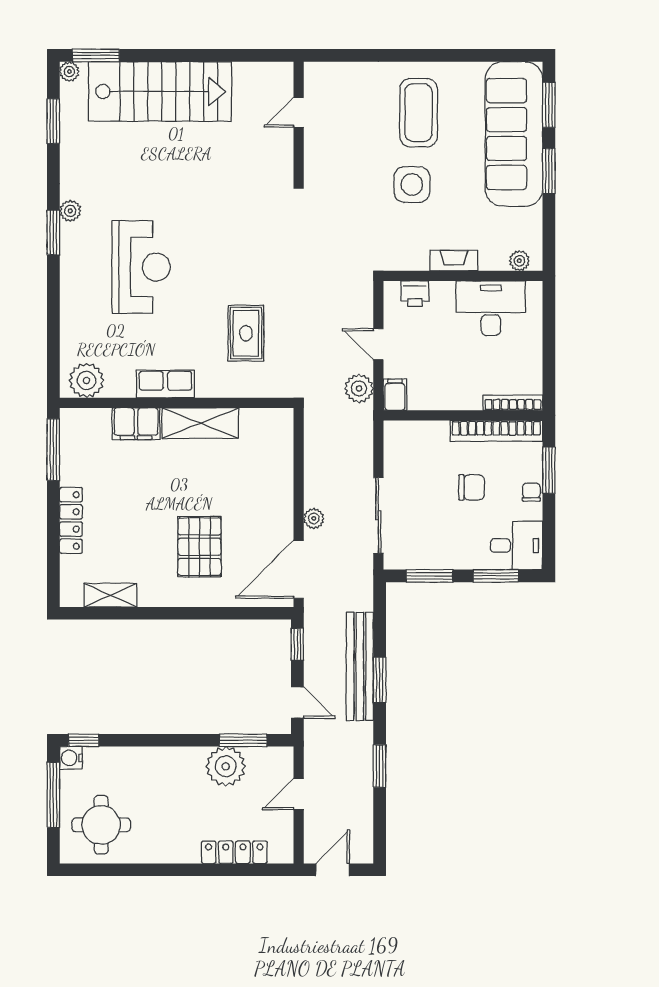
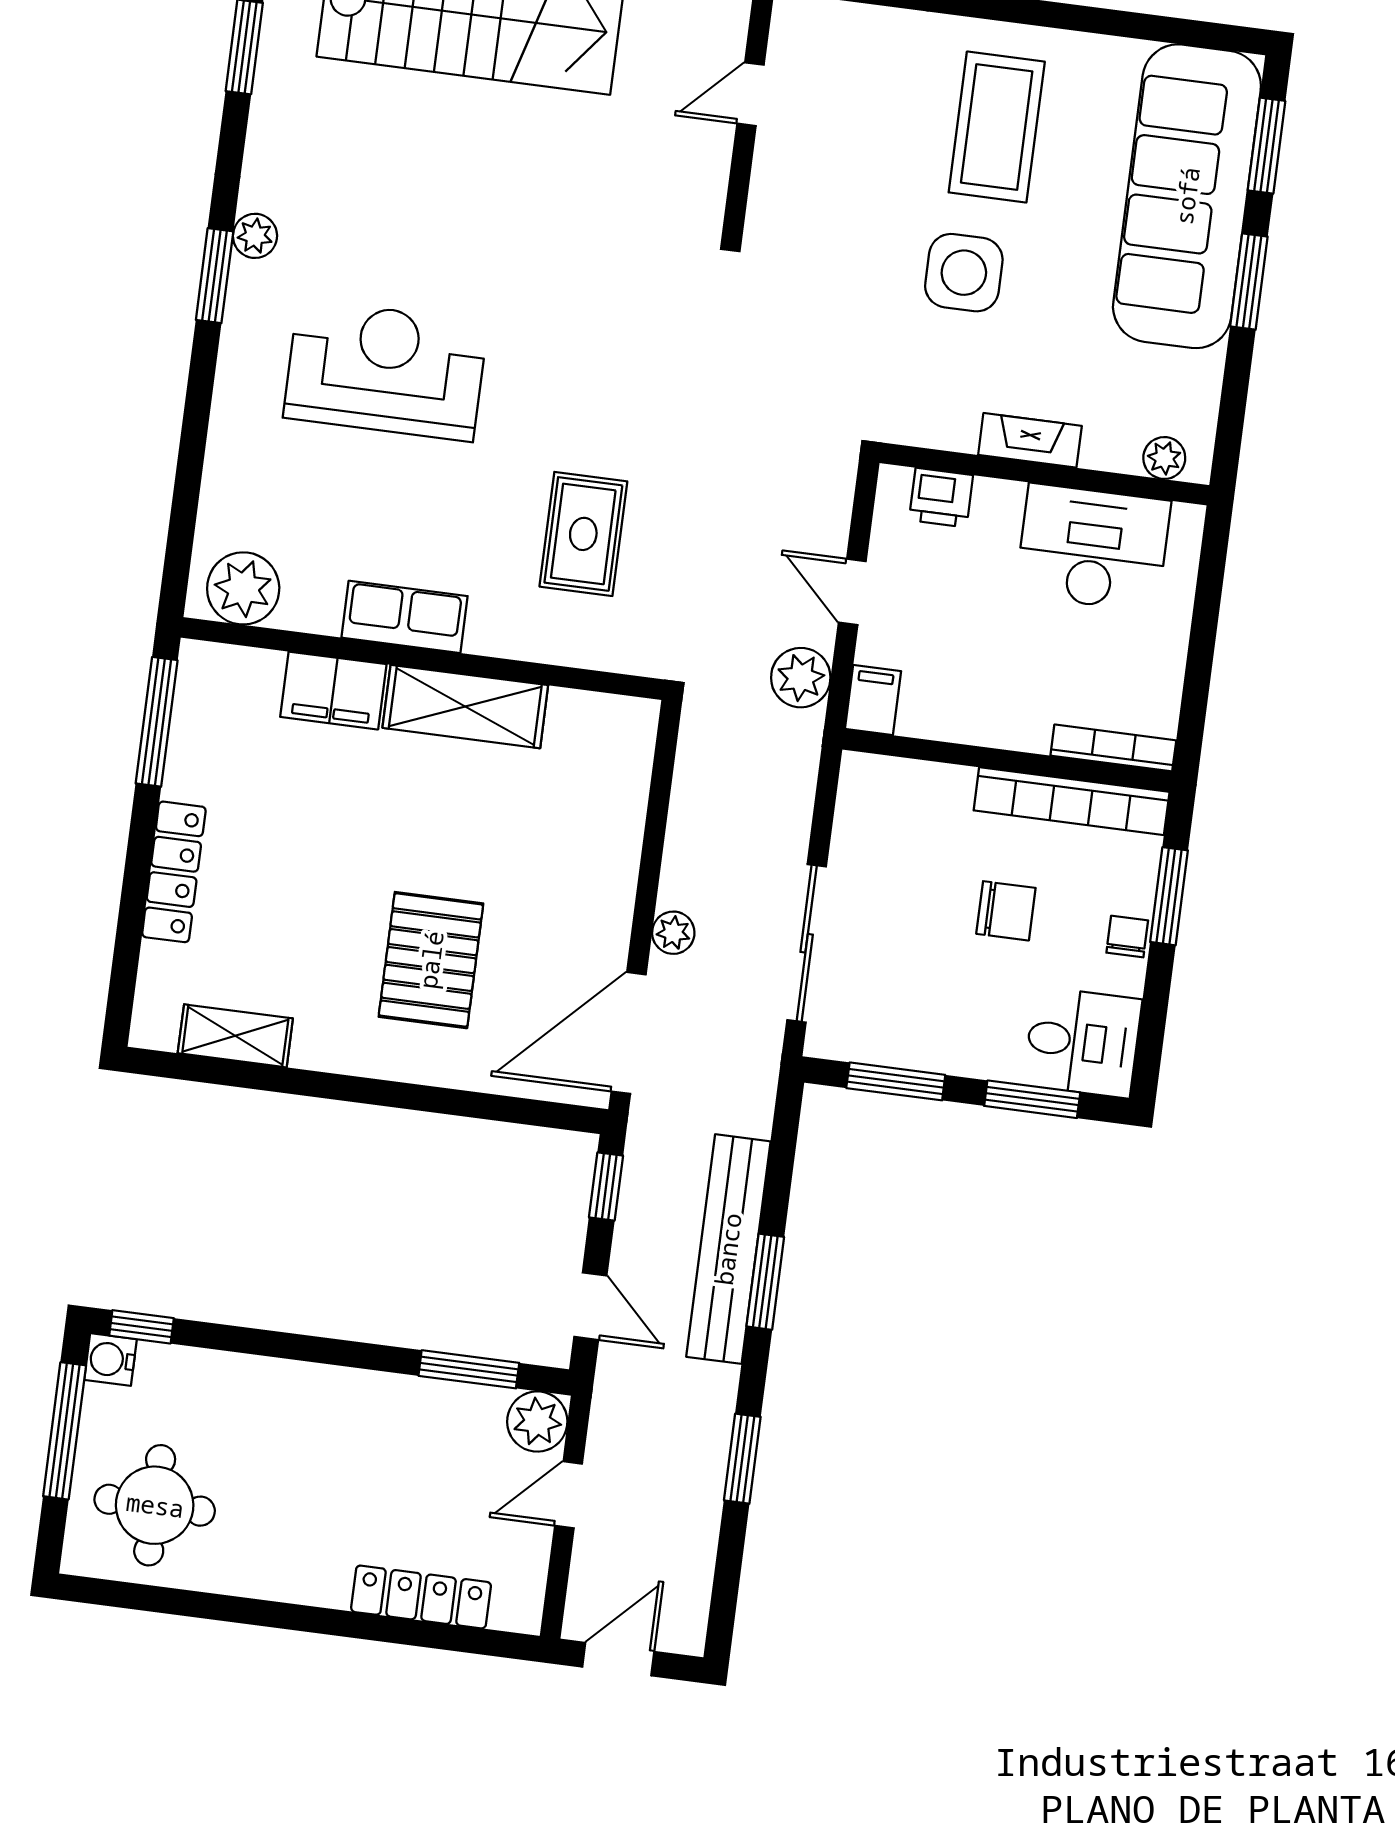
reception desk: (141, 267) -> (386, 370), turned -90
plant: (226, 766) -> (537, 1422), moved, width x0.73, depth x0.73

